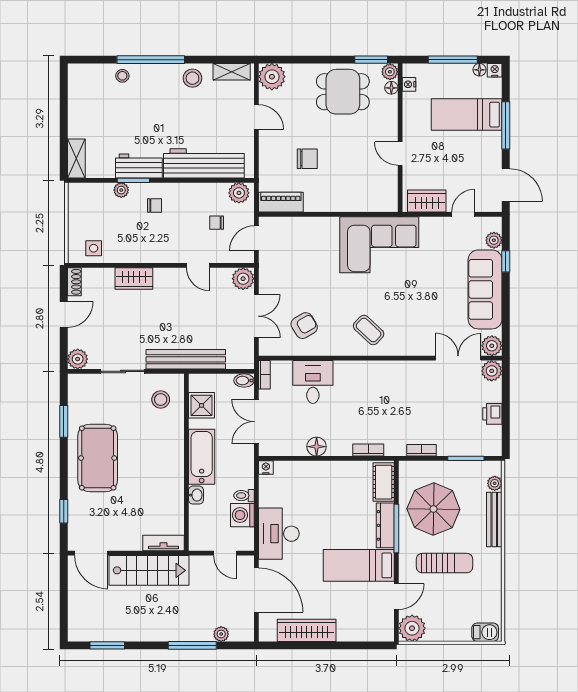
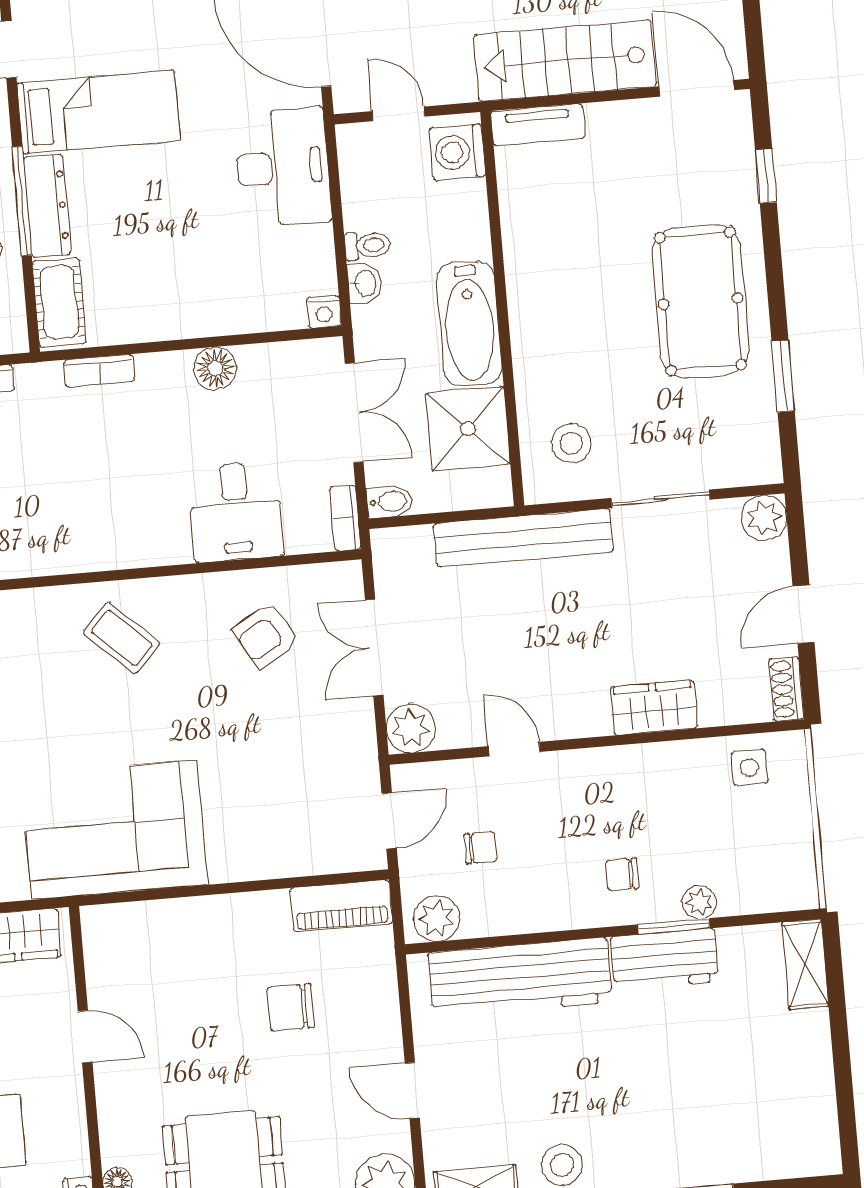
stool: (122, 76) -> (718, 1157), removed
shower: (202, 405) -> (468, 429), width x1.36, depth x1.36
washbasin: (196, 495) -> (365, 283), moved, turned 180
washing machine: (242, 515) -> (457, 152), moved, turned 180

